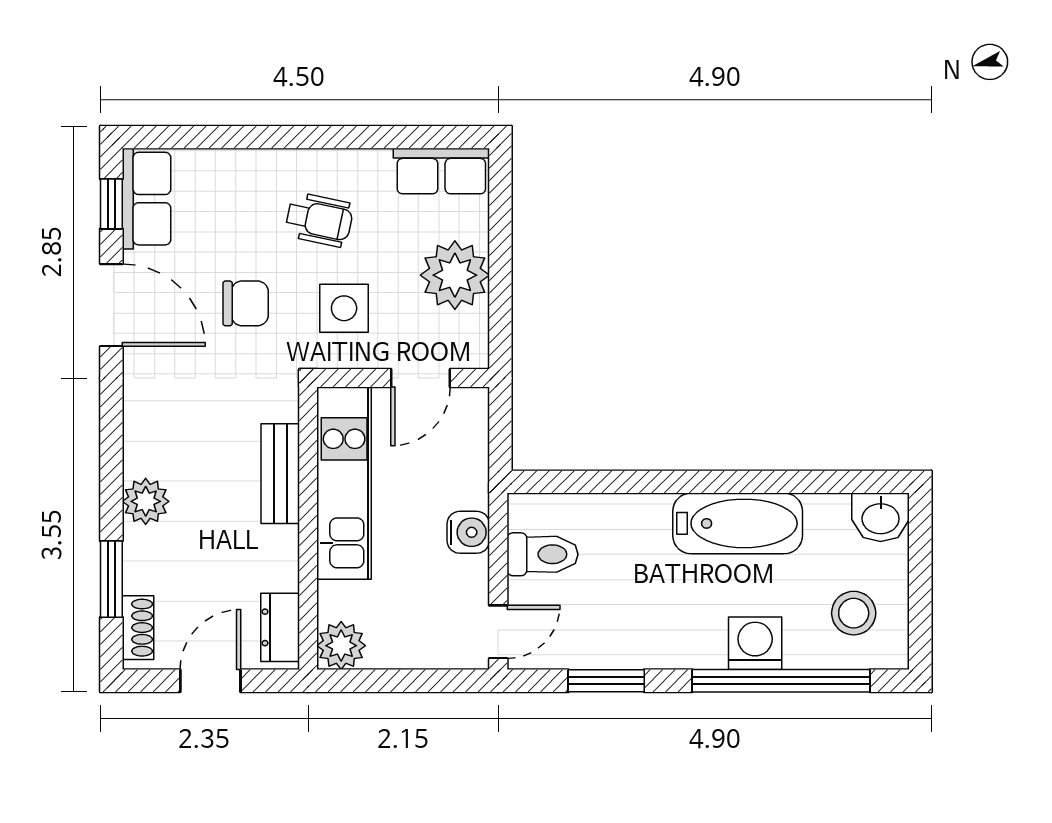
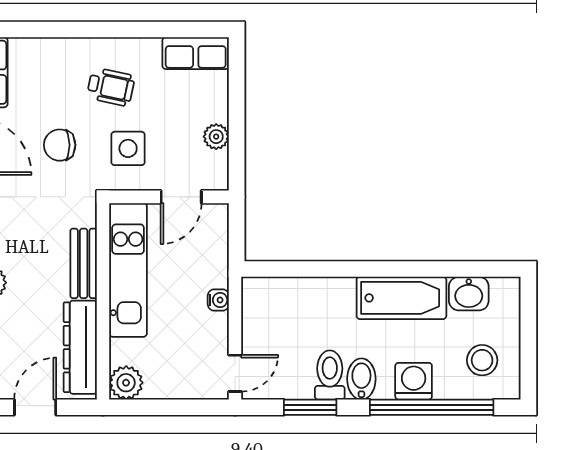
plant: (455, 275) -> (216, 137), width x0.53, depth x0.53
chair: (246, 303) -> (60, 145), turned 180
washbasin: (881, 517) -> (469, 294), moved
water cooler: (468, 532) -> (218, 300), width x0.72, depth x0.72
toilet: (542, 554) -> (330, 375), moved, turned -90
dresser: (280, 627) -> (80, 347), width x1.96, depth x1.24
bidet: (680, 640) -> (361, 379), added

